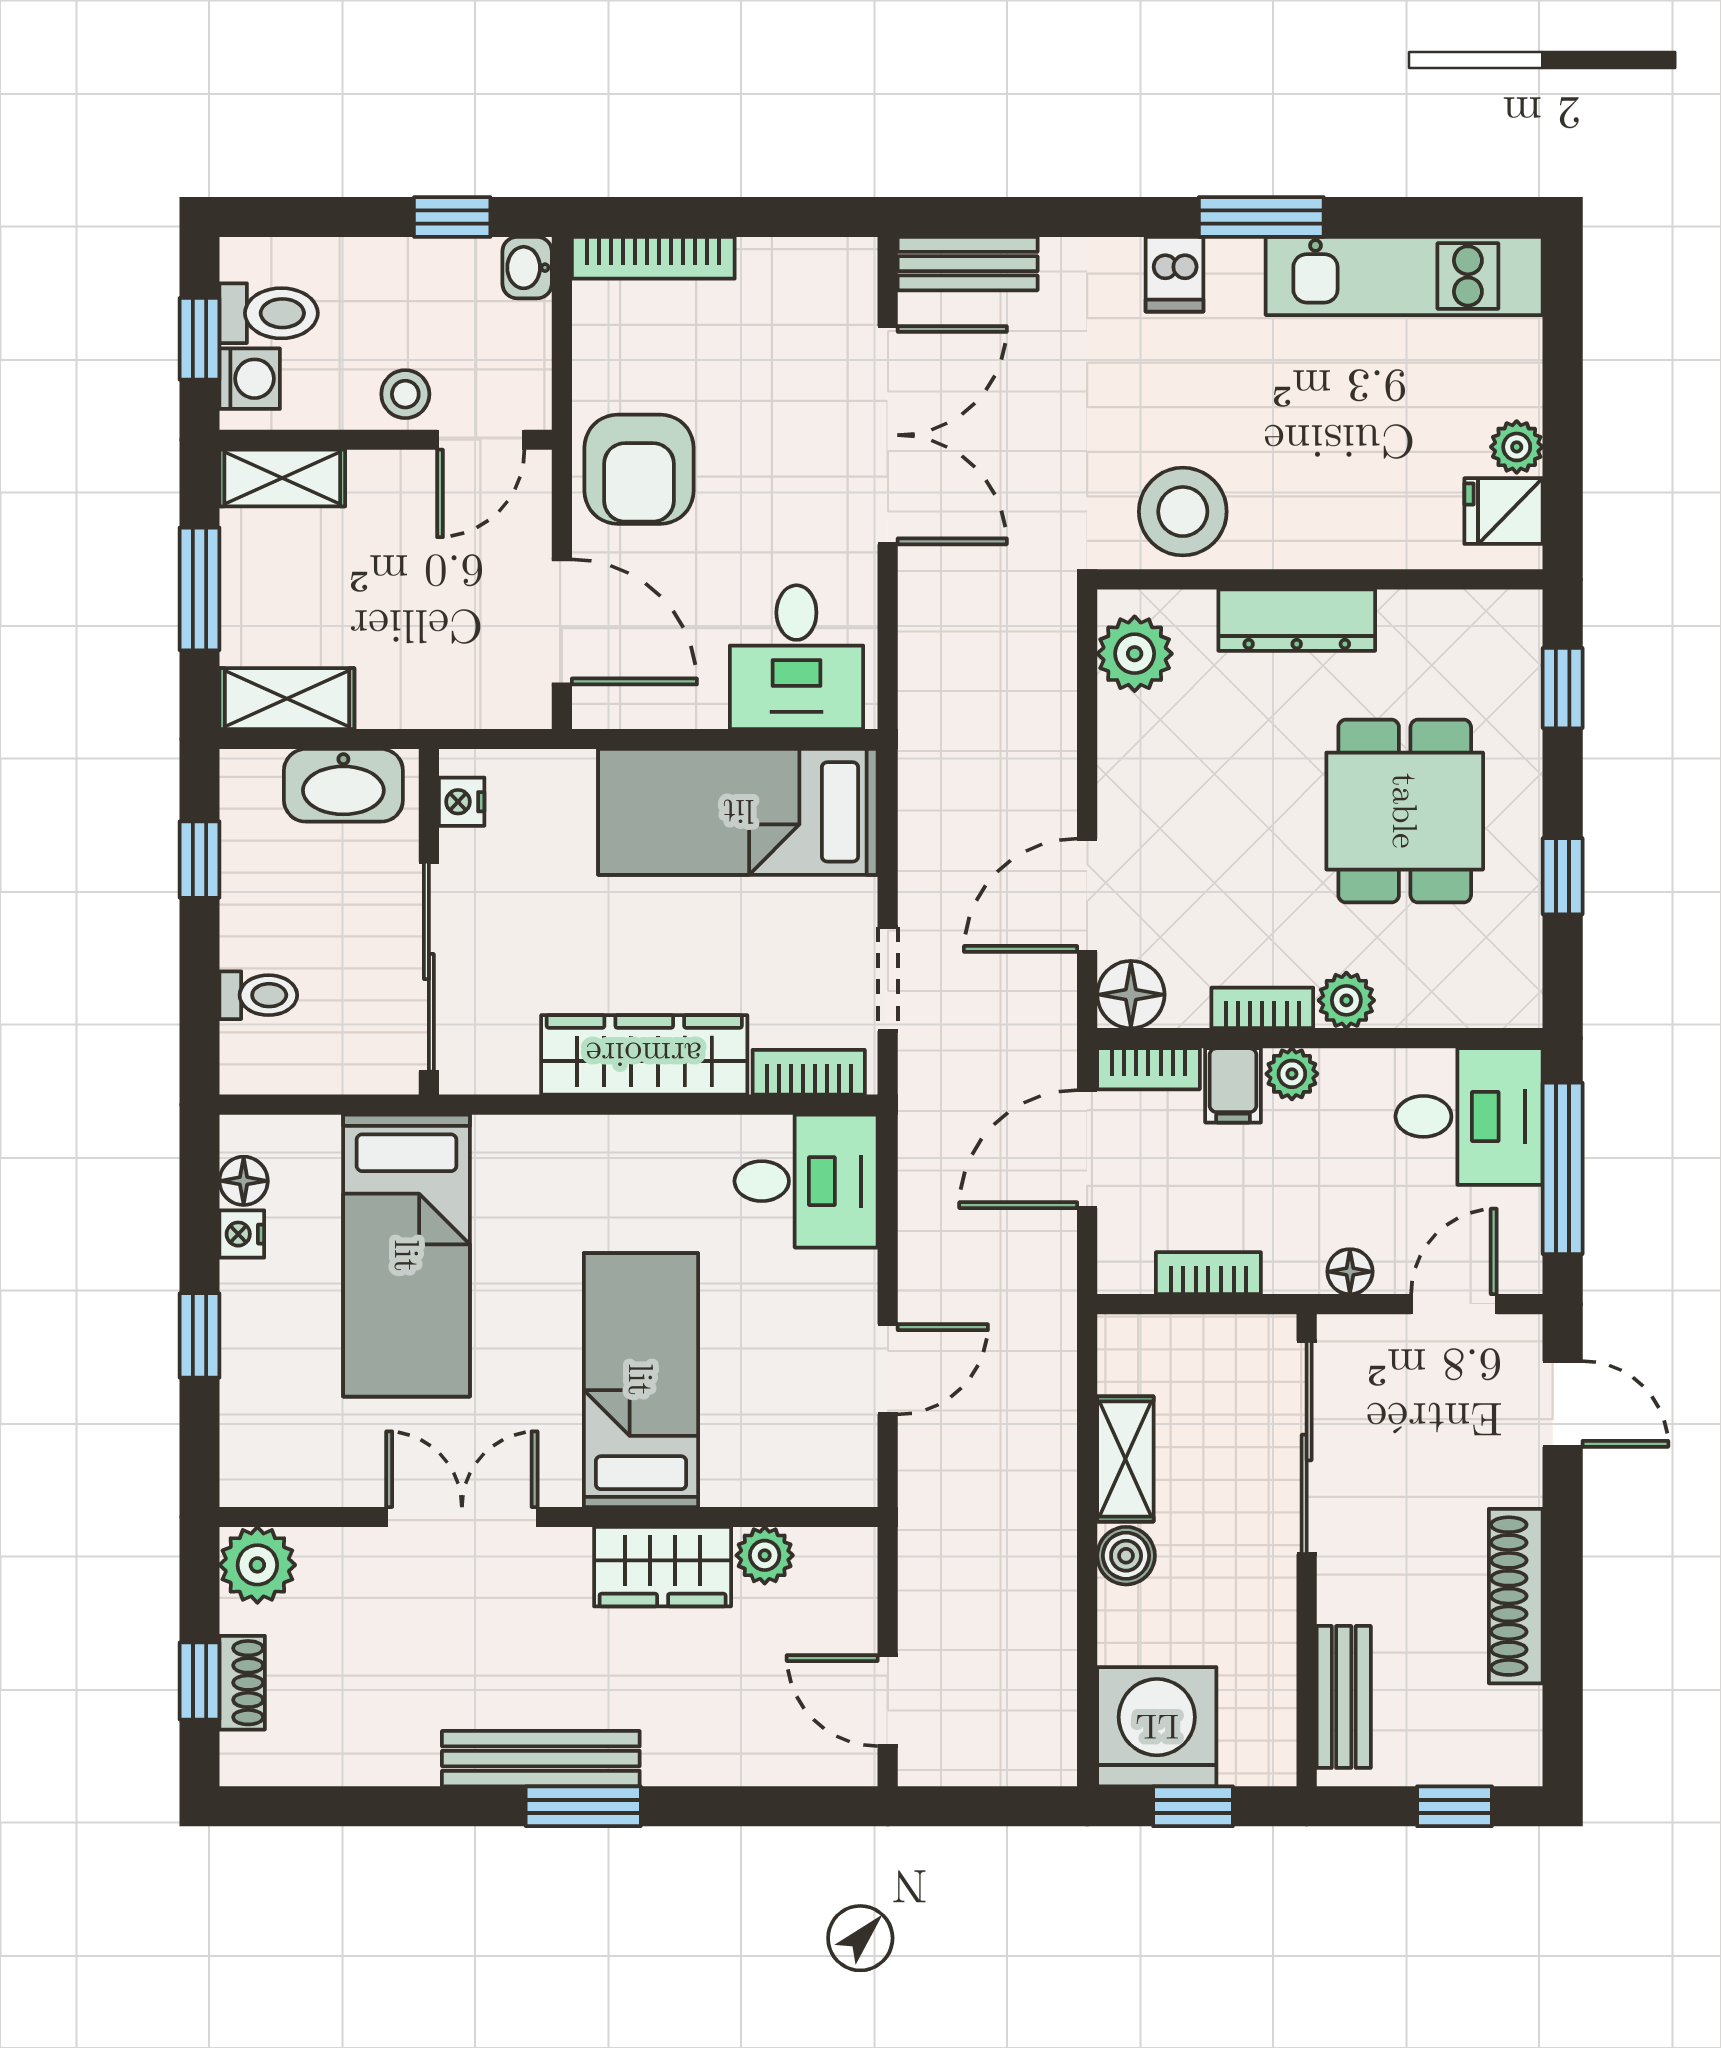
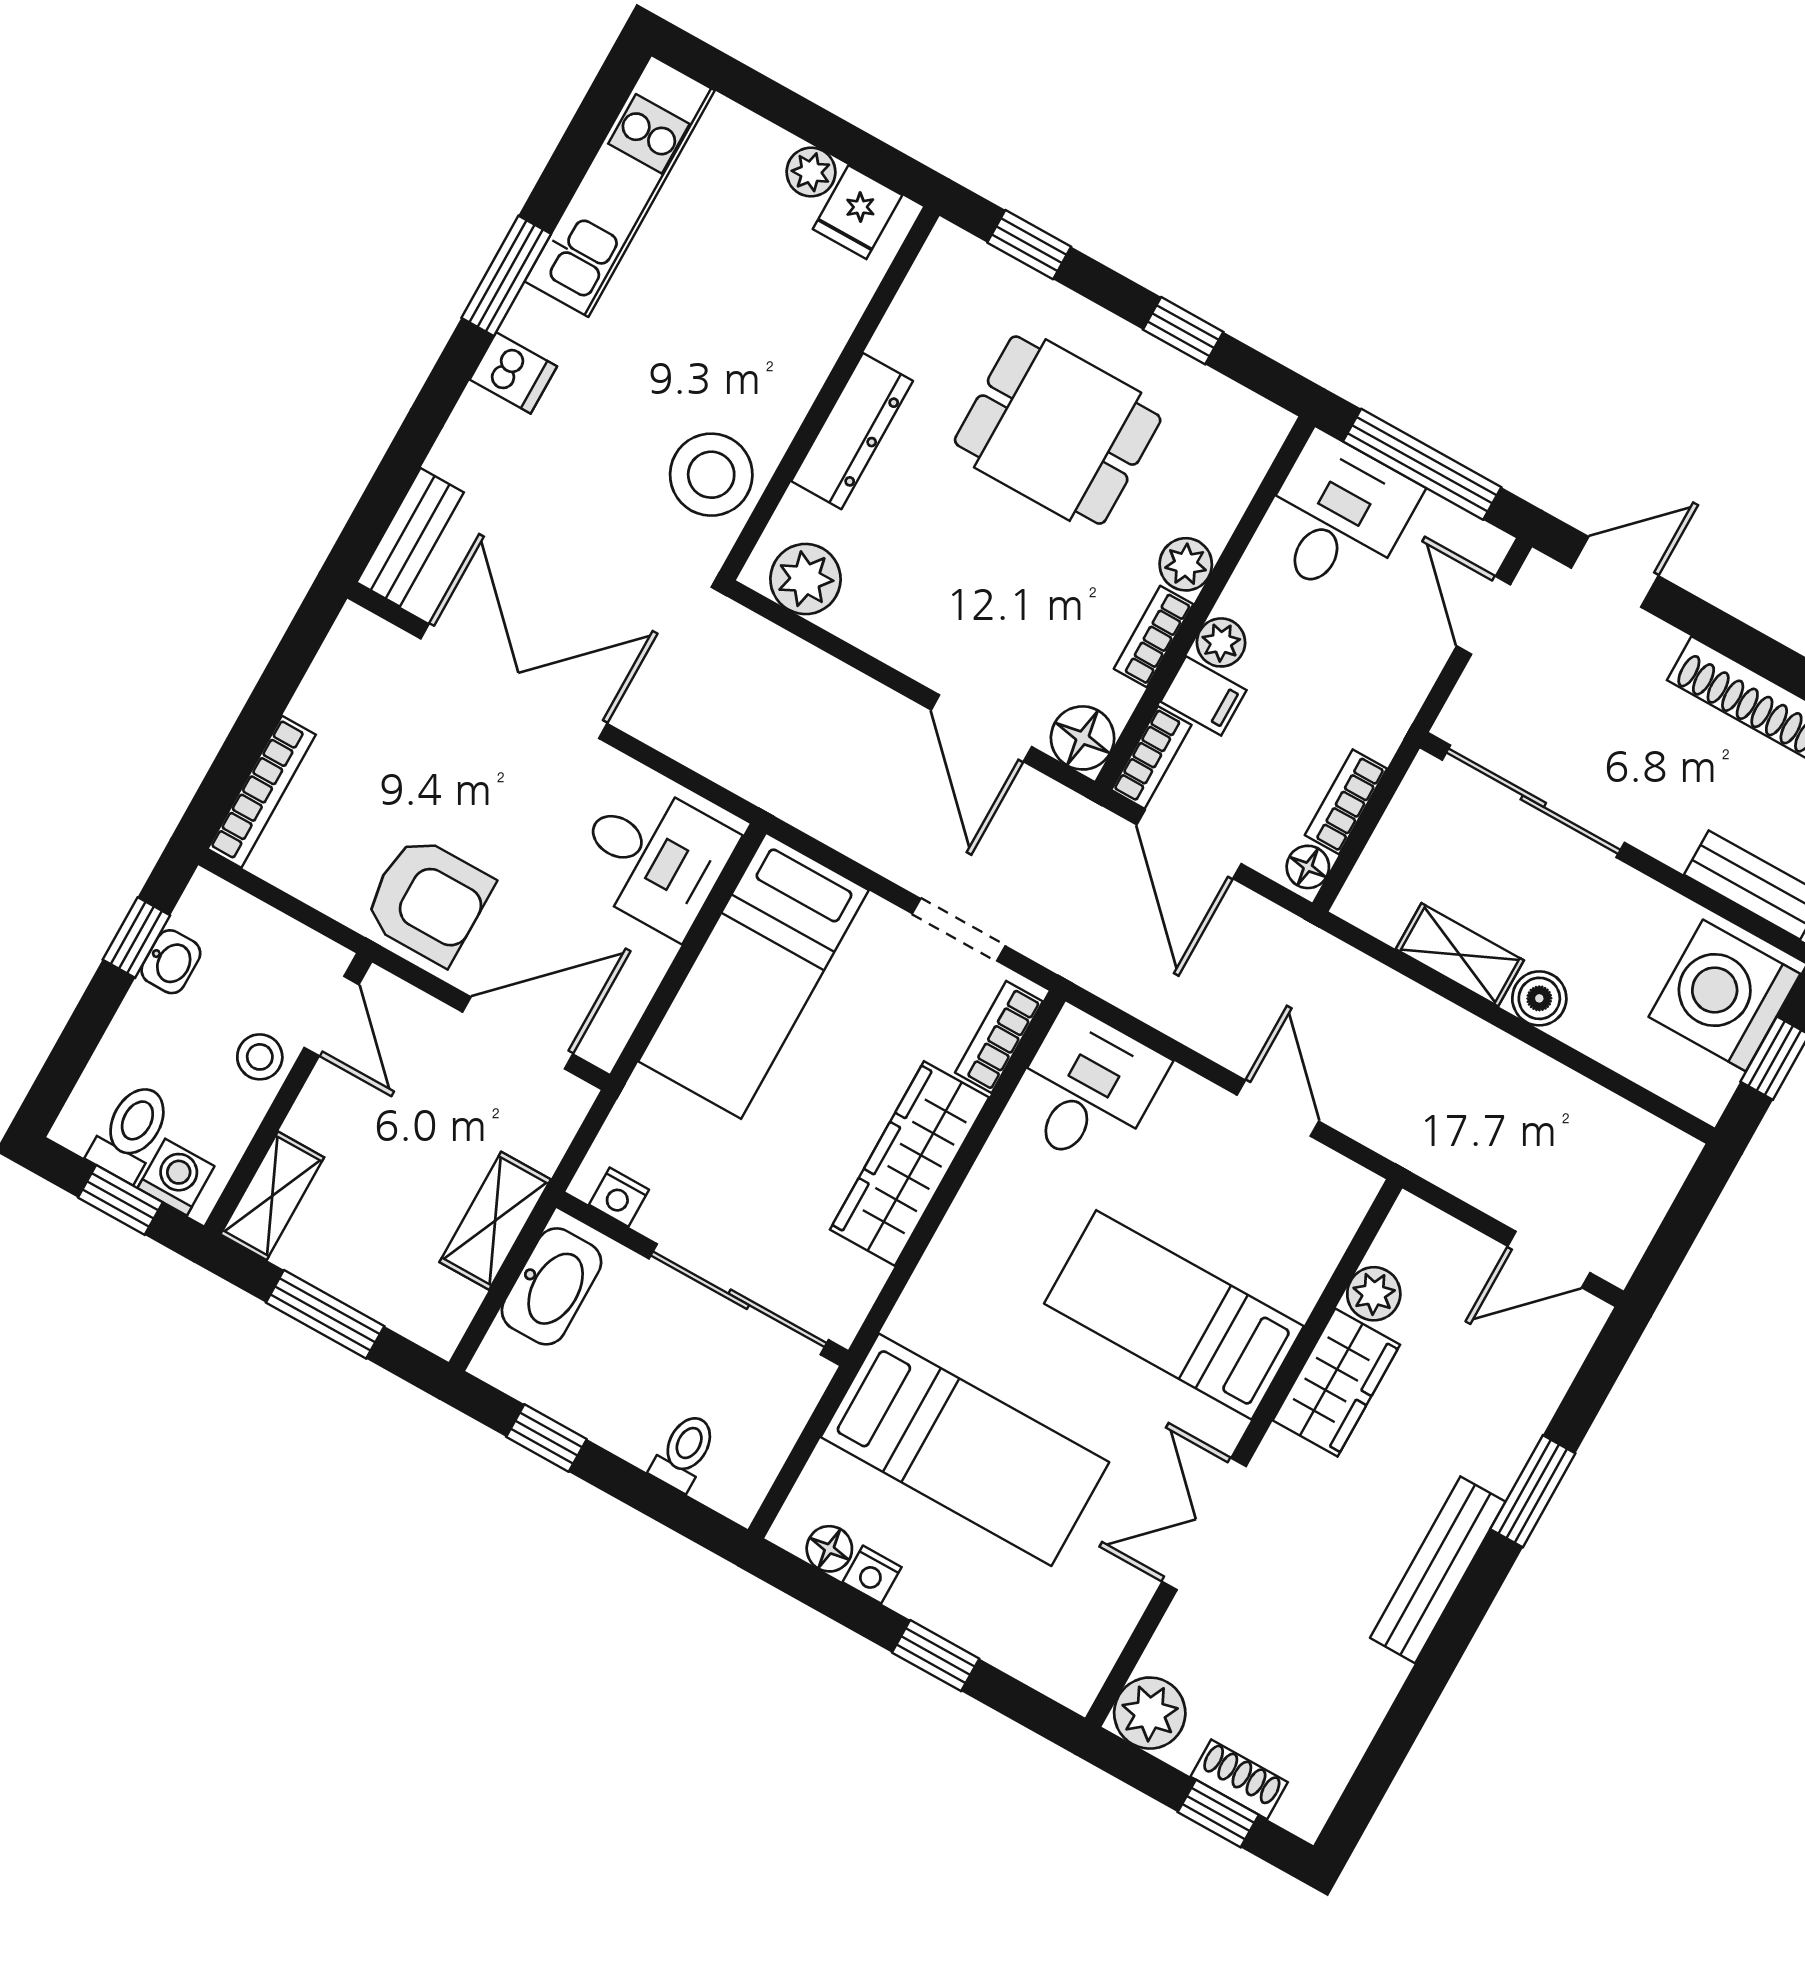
washbasin: (527, 268) -> (171, 962), moved, turned -90
shelving: (287, 699) -> (495, 1221), moved
floor lamp: (1350, 1272) -> (1308, 867), moved
washing machine: (1157, 1727) -> (1724, 995), moved
window: (583, 1806) -> (1533, 1491), moved

